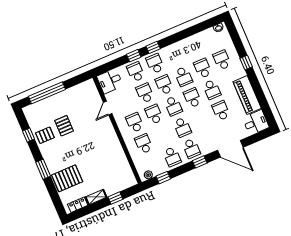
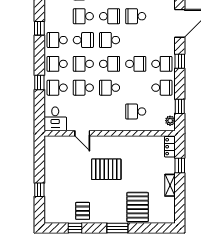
window: (153, 47) -> (39, 28), moved
window: (47, 93) -> (39, 190), width x0.32
school desk: (135, 123) -> (57, 40), moved
pallet: (64, 126) -> (106, 169), moved, width x1.50, depth x1.42
locker: (78, 205) -> (170, 147), moved

